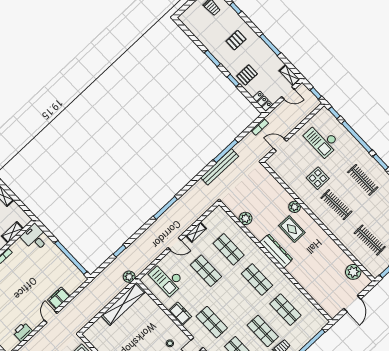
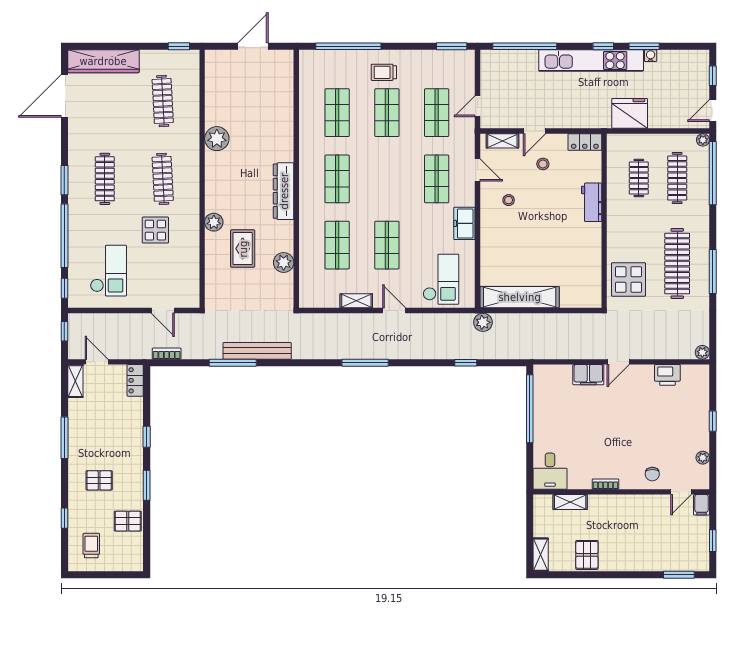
pallet: (247, 75) -> (128, 521), moved
rug: (292, 229) -> (243, 249), moved
plant: (353, 272) -> (217, 139), moved

